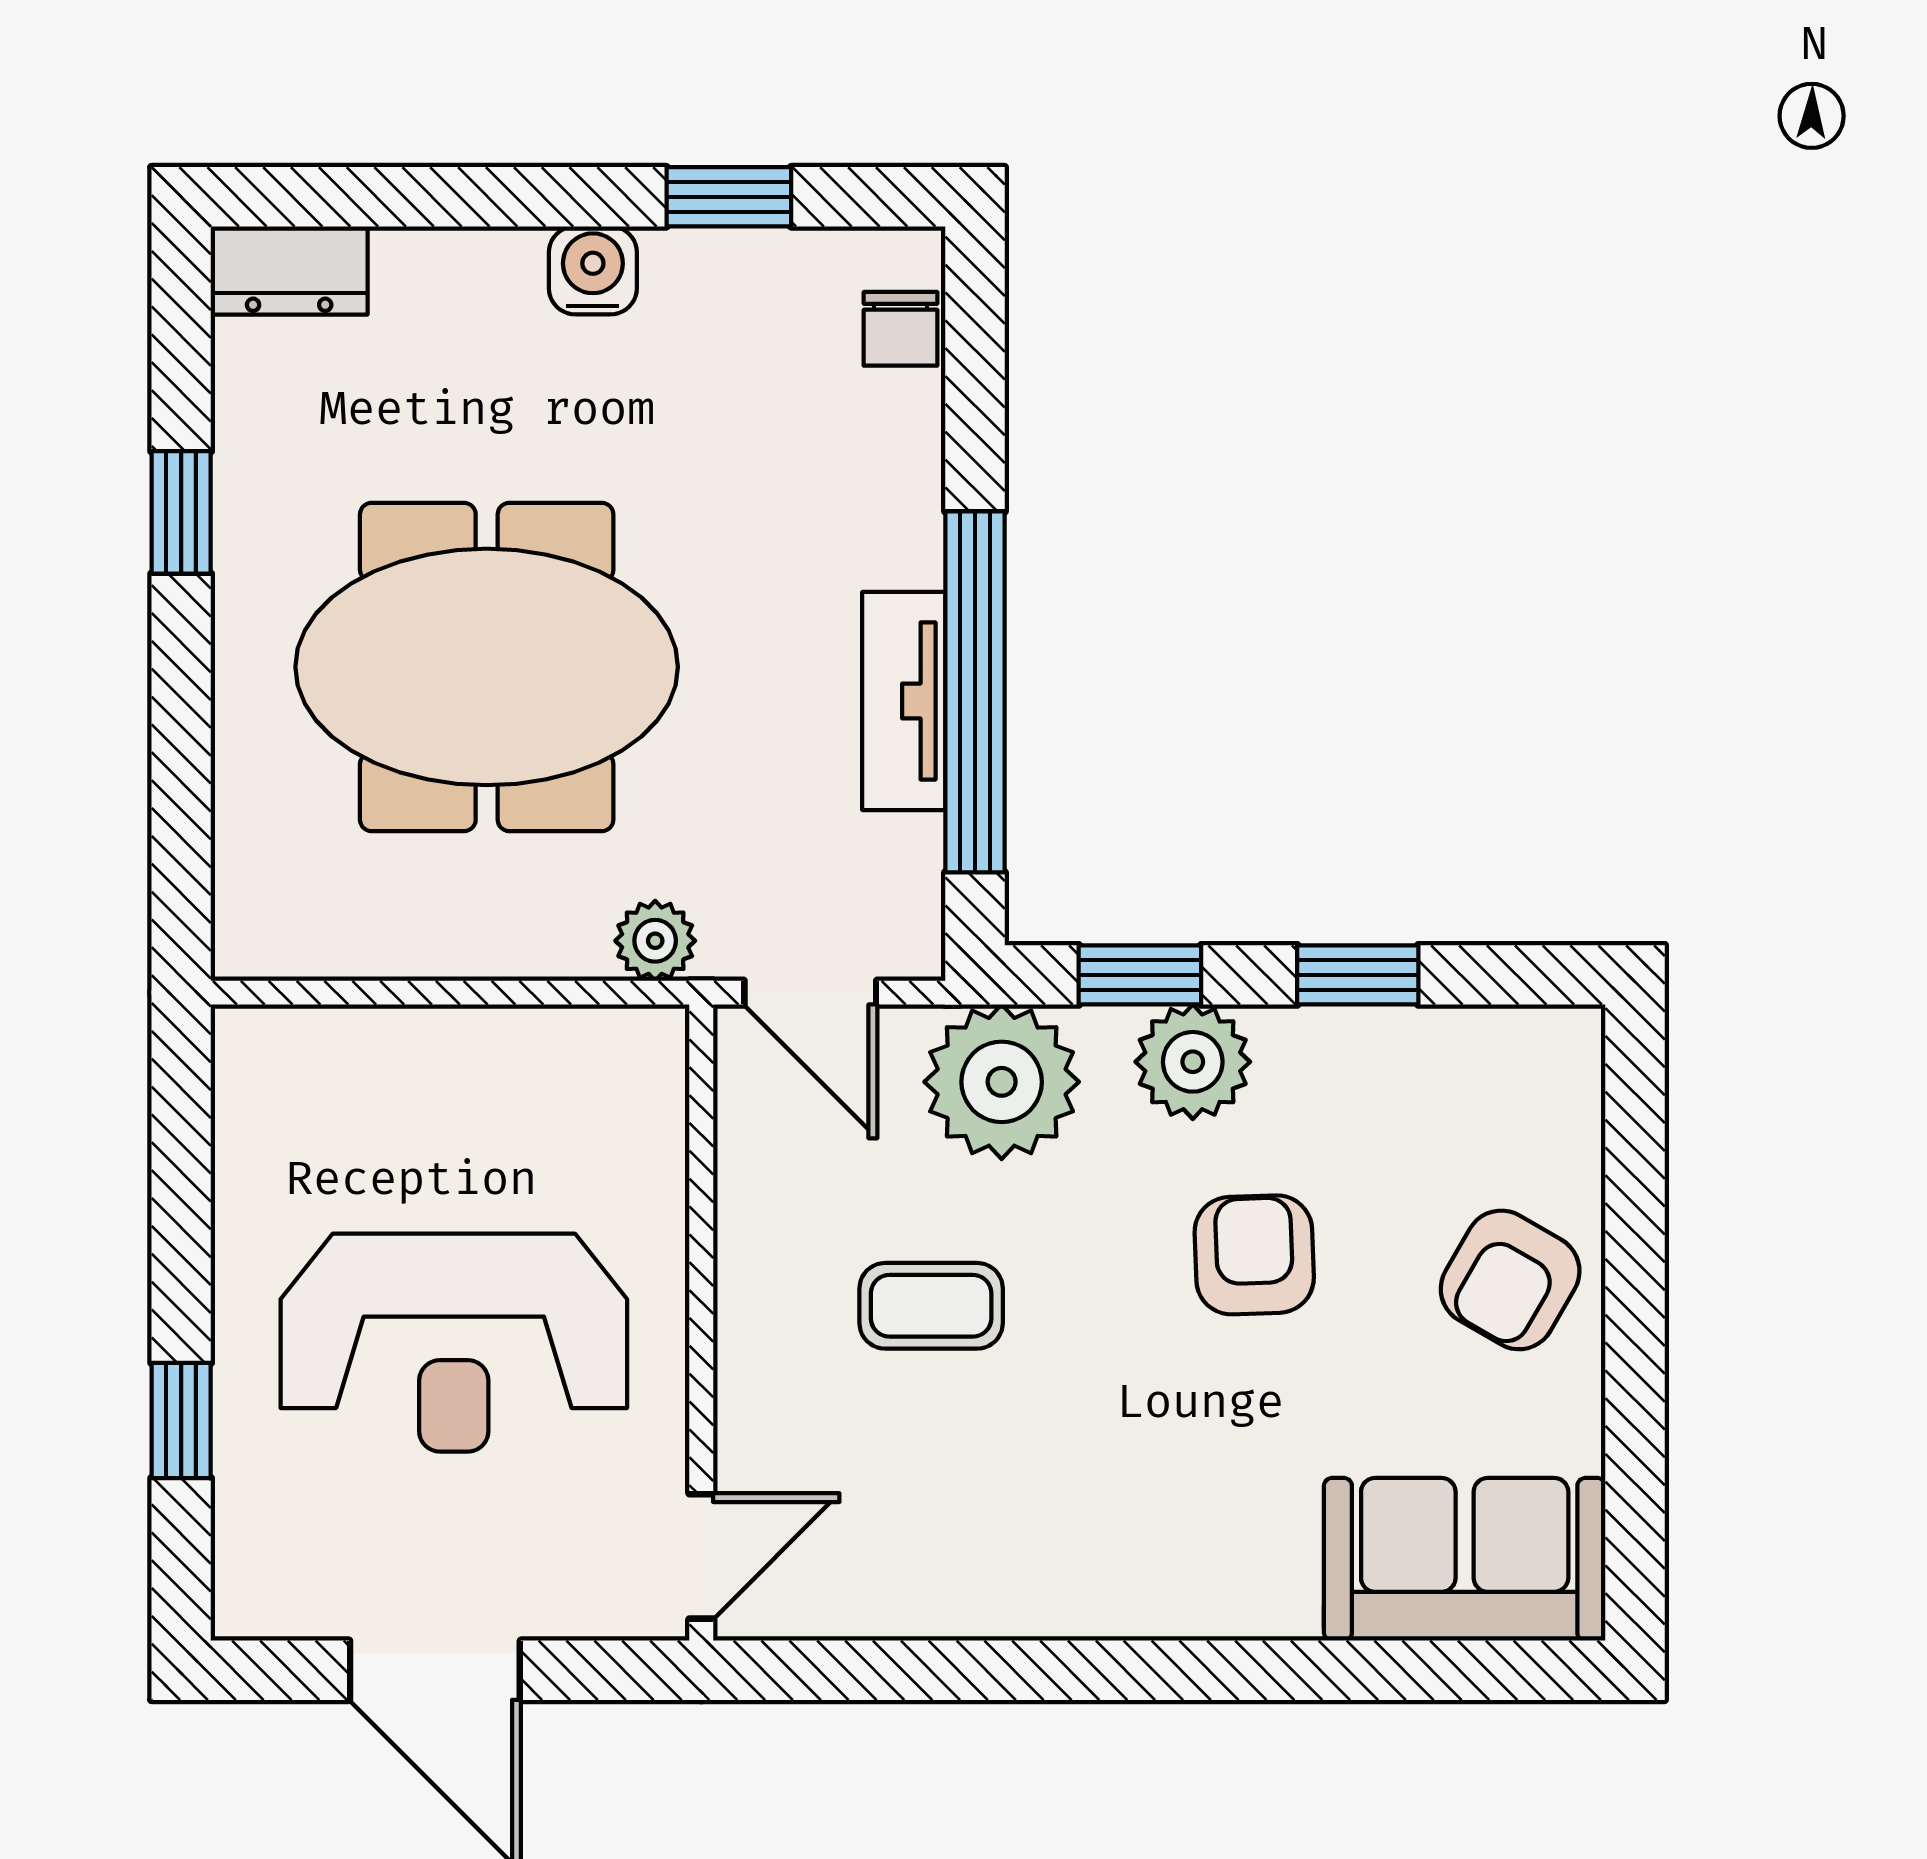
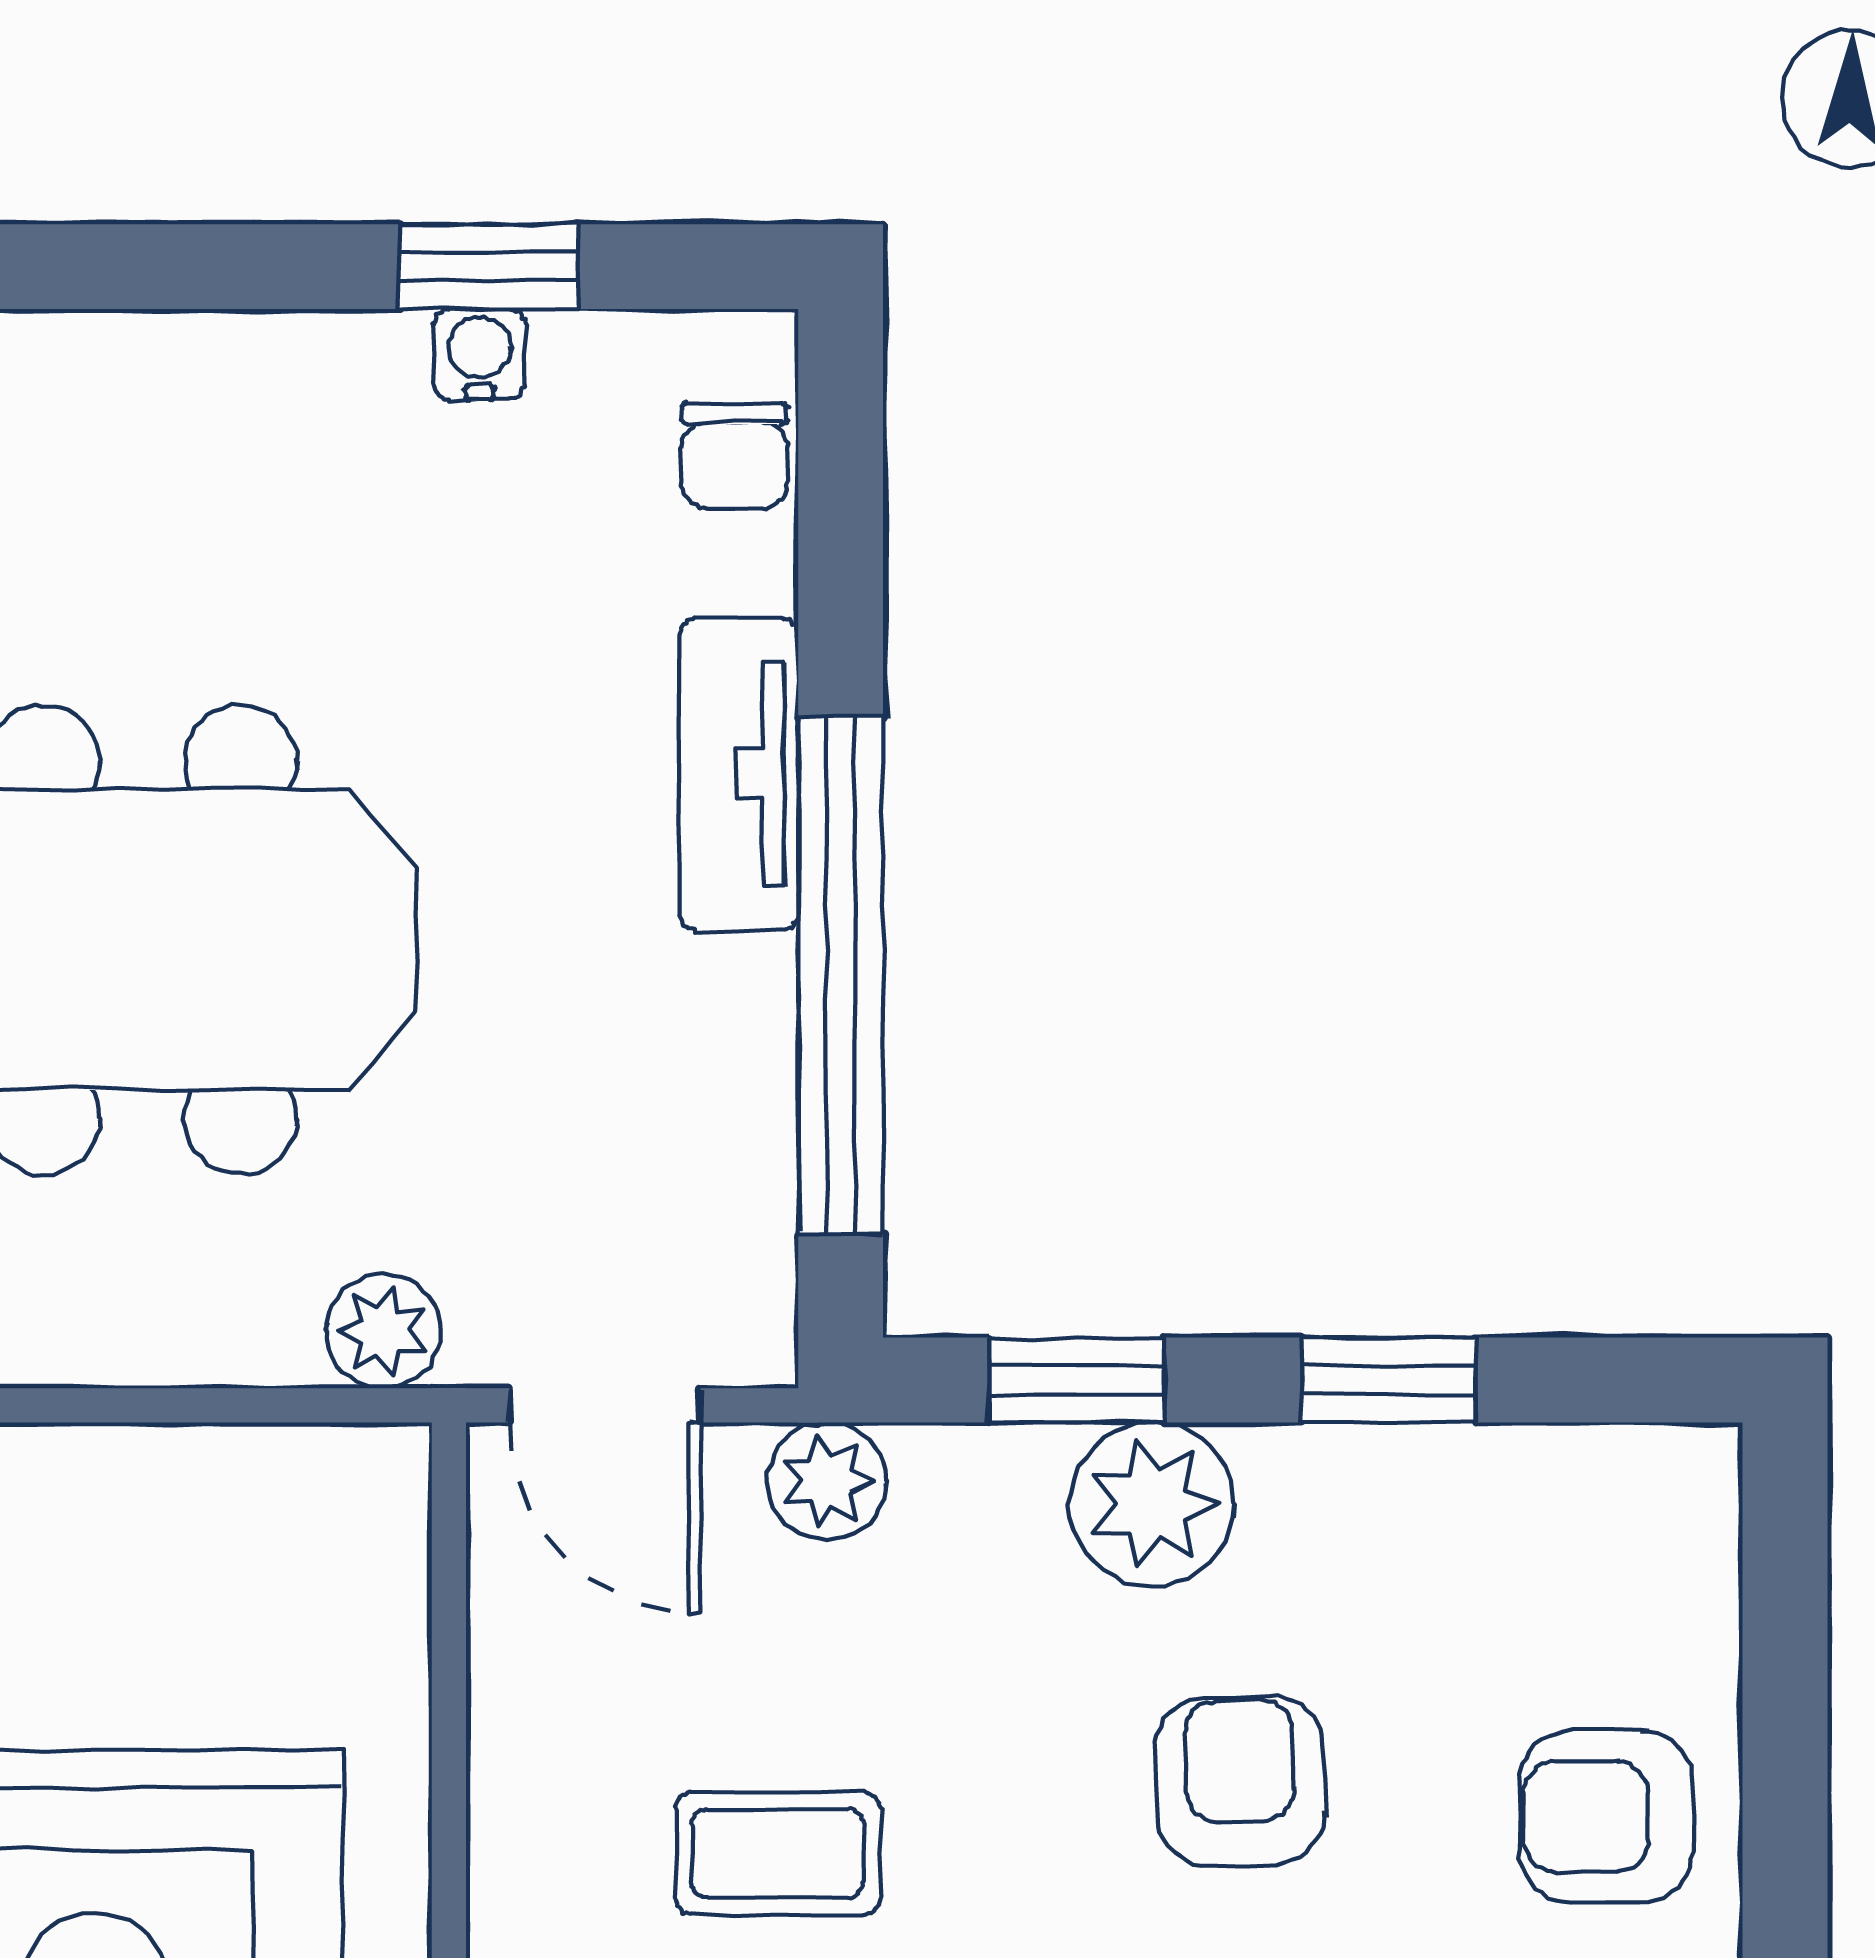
water cooler: (593, 270) -> (480, 354), moved, width x0.72, depth x0.72
tv unit: (904, 701) -> (739, 774), moved
plant: (1002, 1082) -> (827, 1481), width x0.53, depth x0.53
armchair: (1510, 1280) -> (1606, 1817), turned 60

